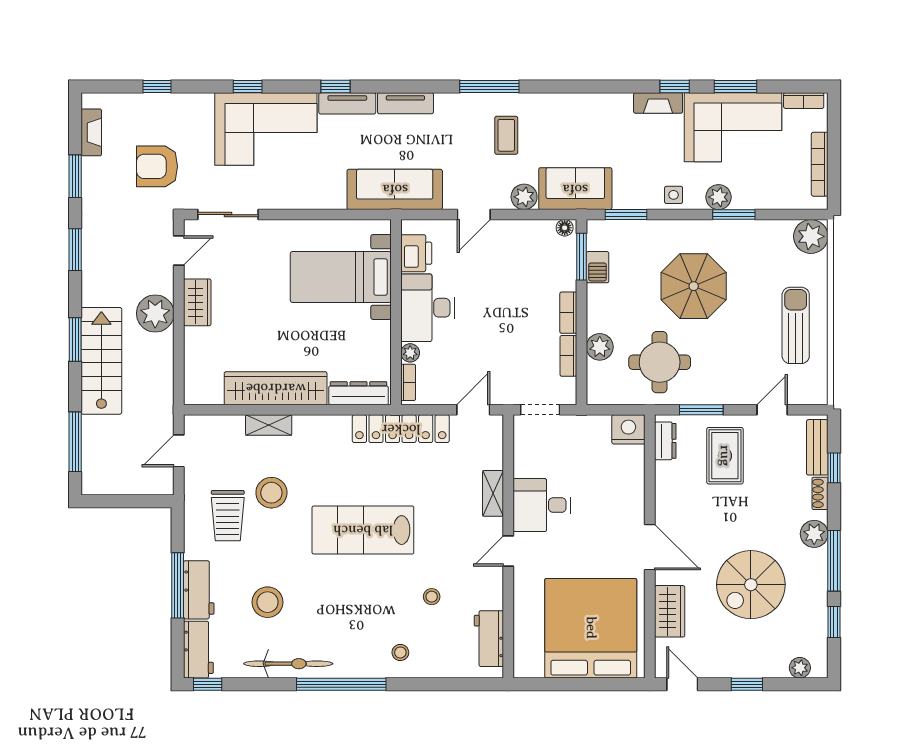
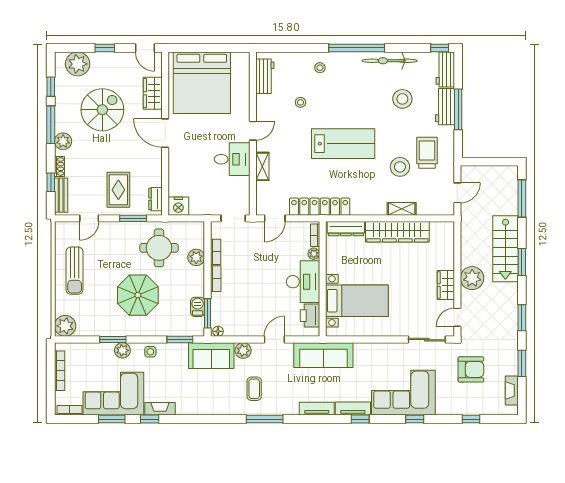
plant: (800, 668) -> (78, 64), width x1.88, depth x1.88

